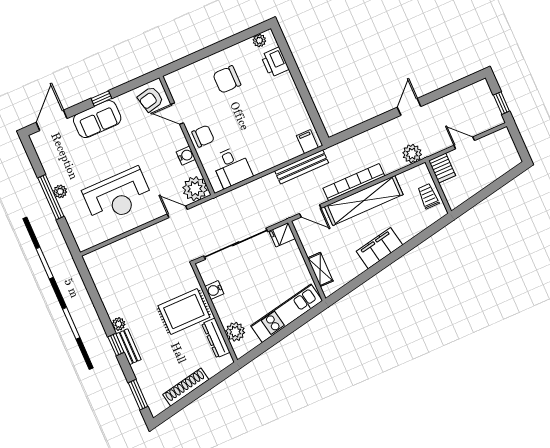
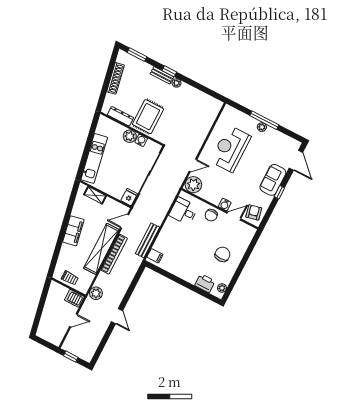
water cooler: (186, 156) -> (225, 205), moved
plant: (235, 332) -> (130, 136), moved

